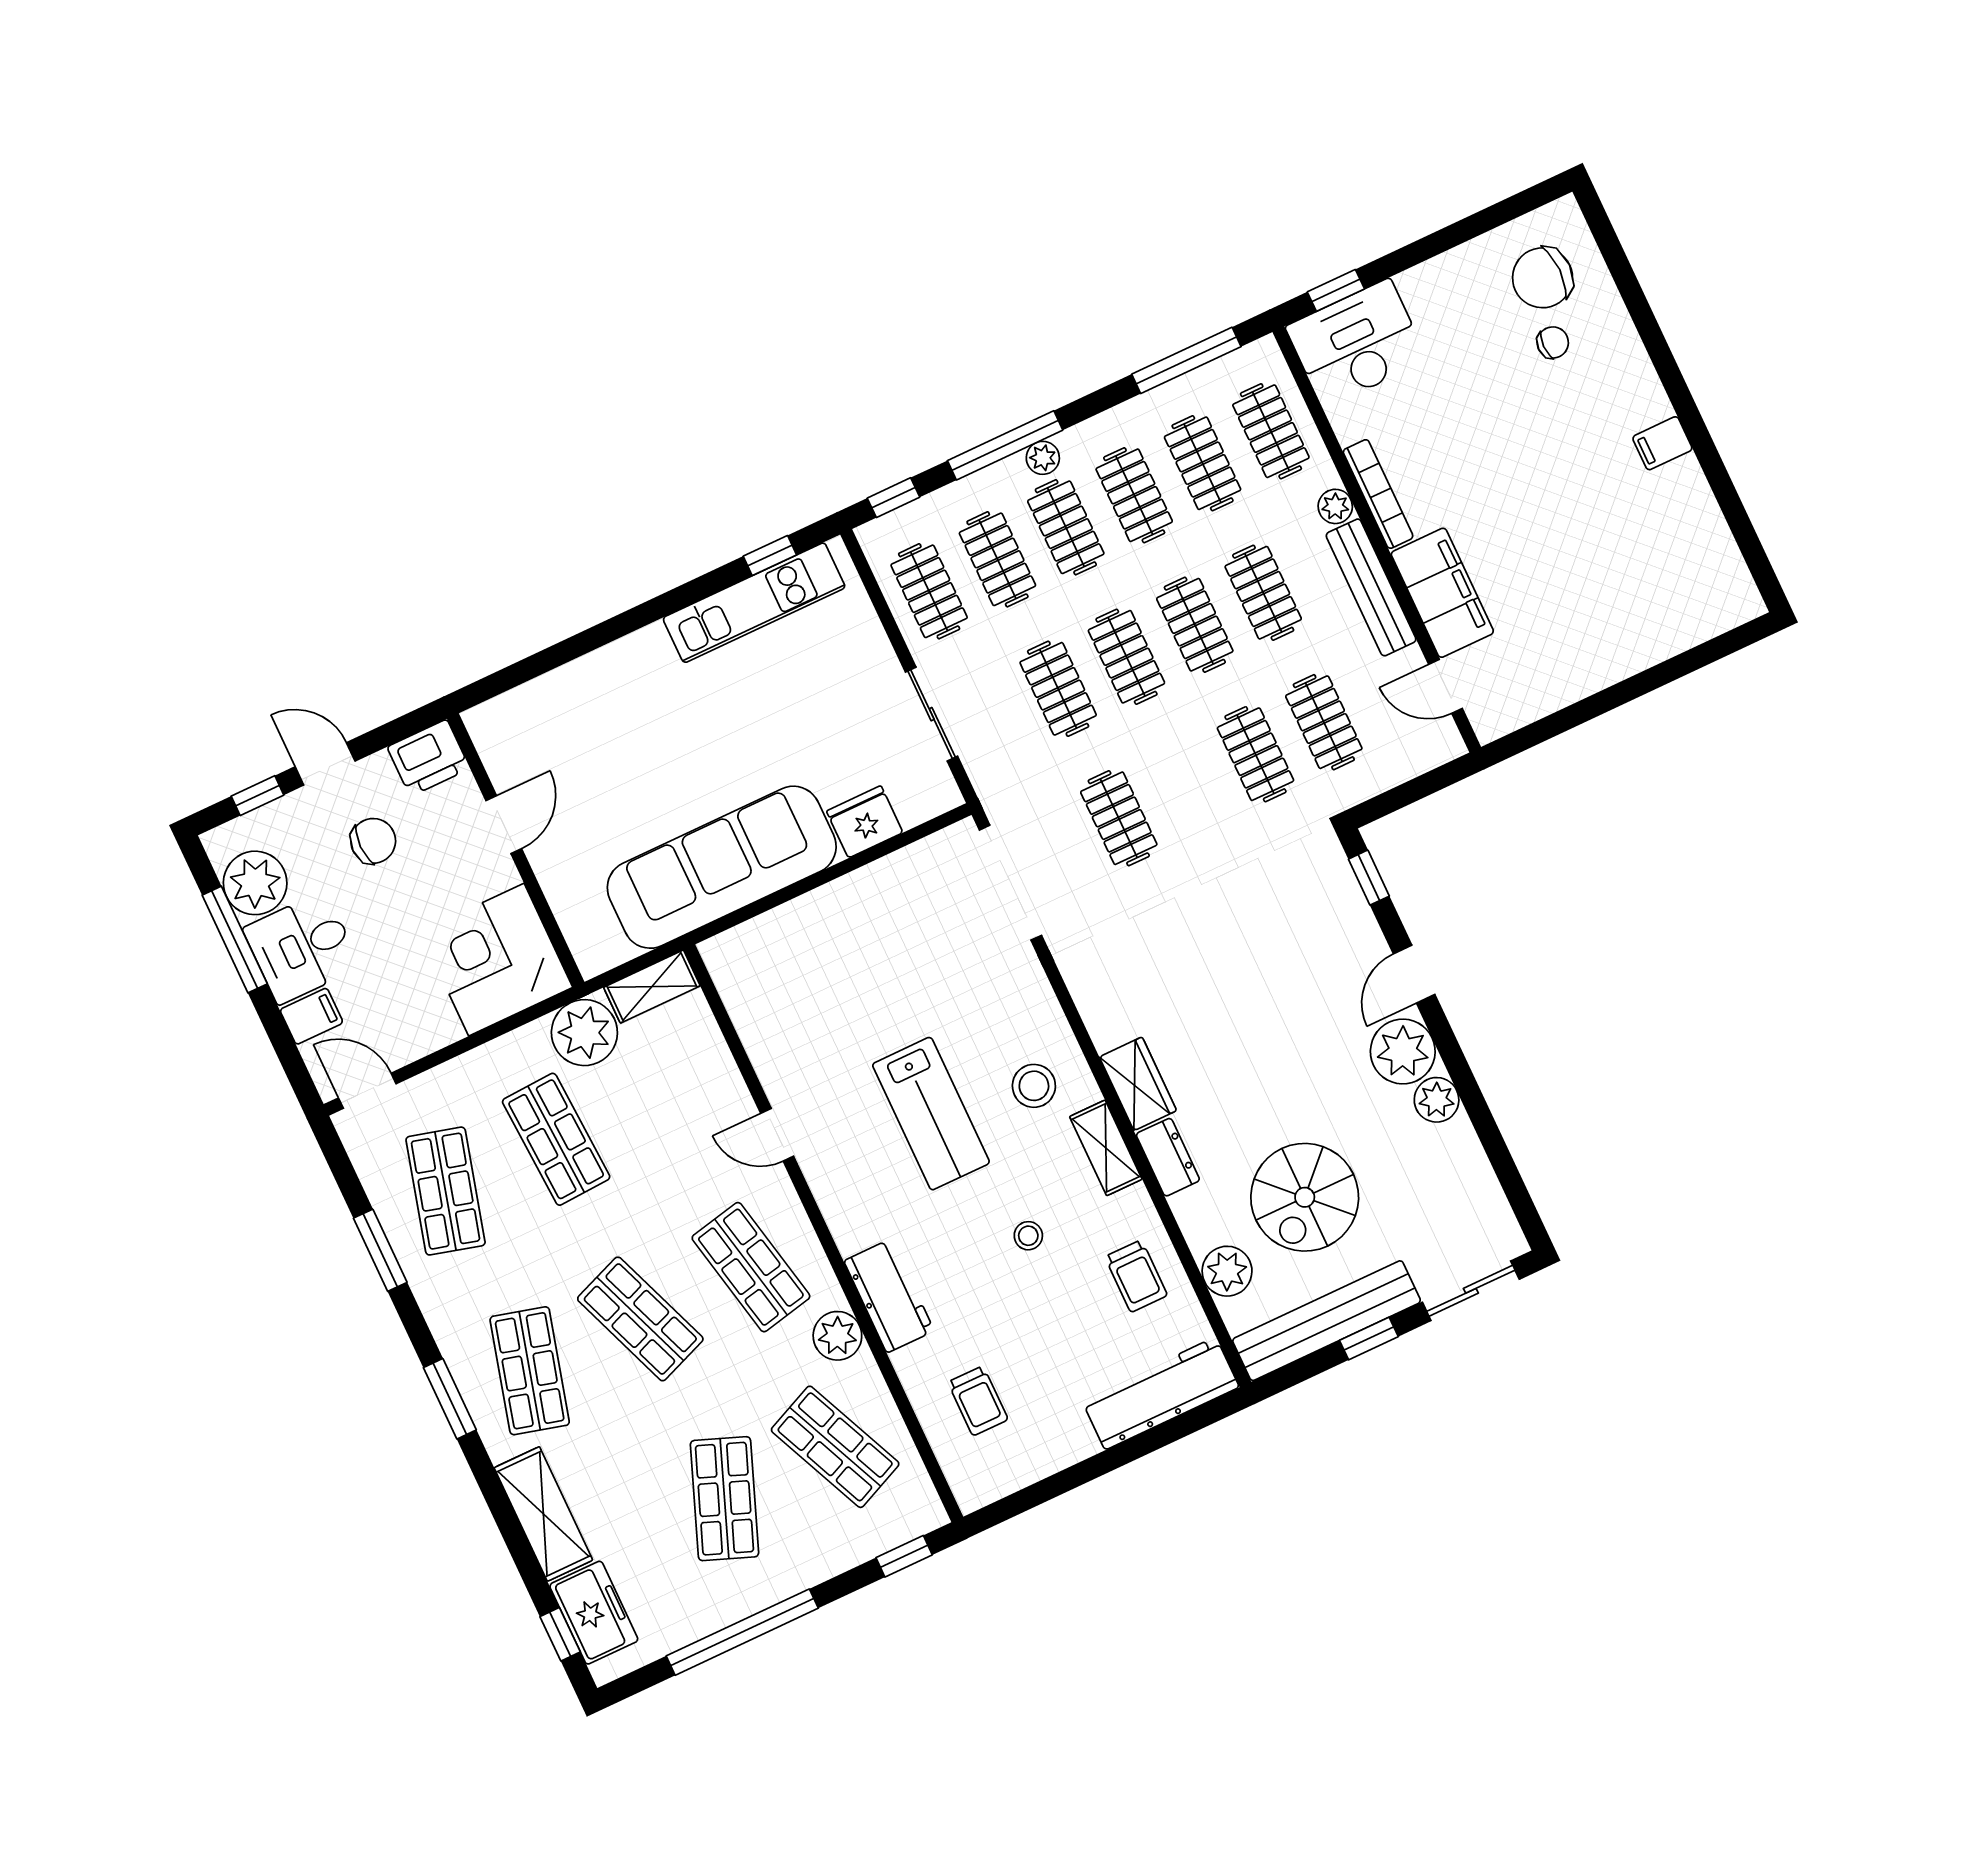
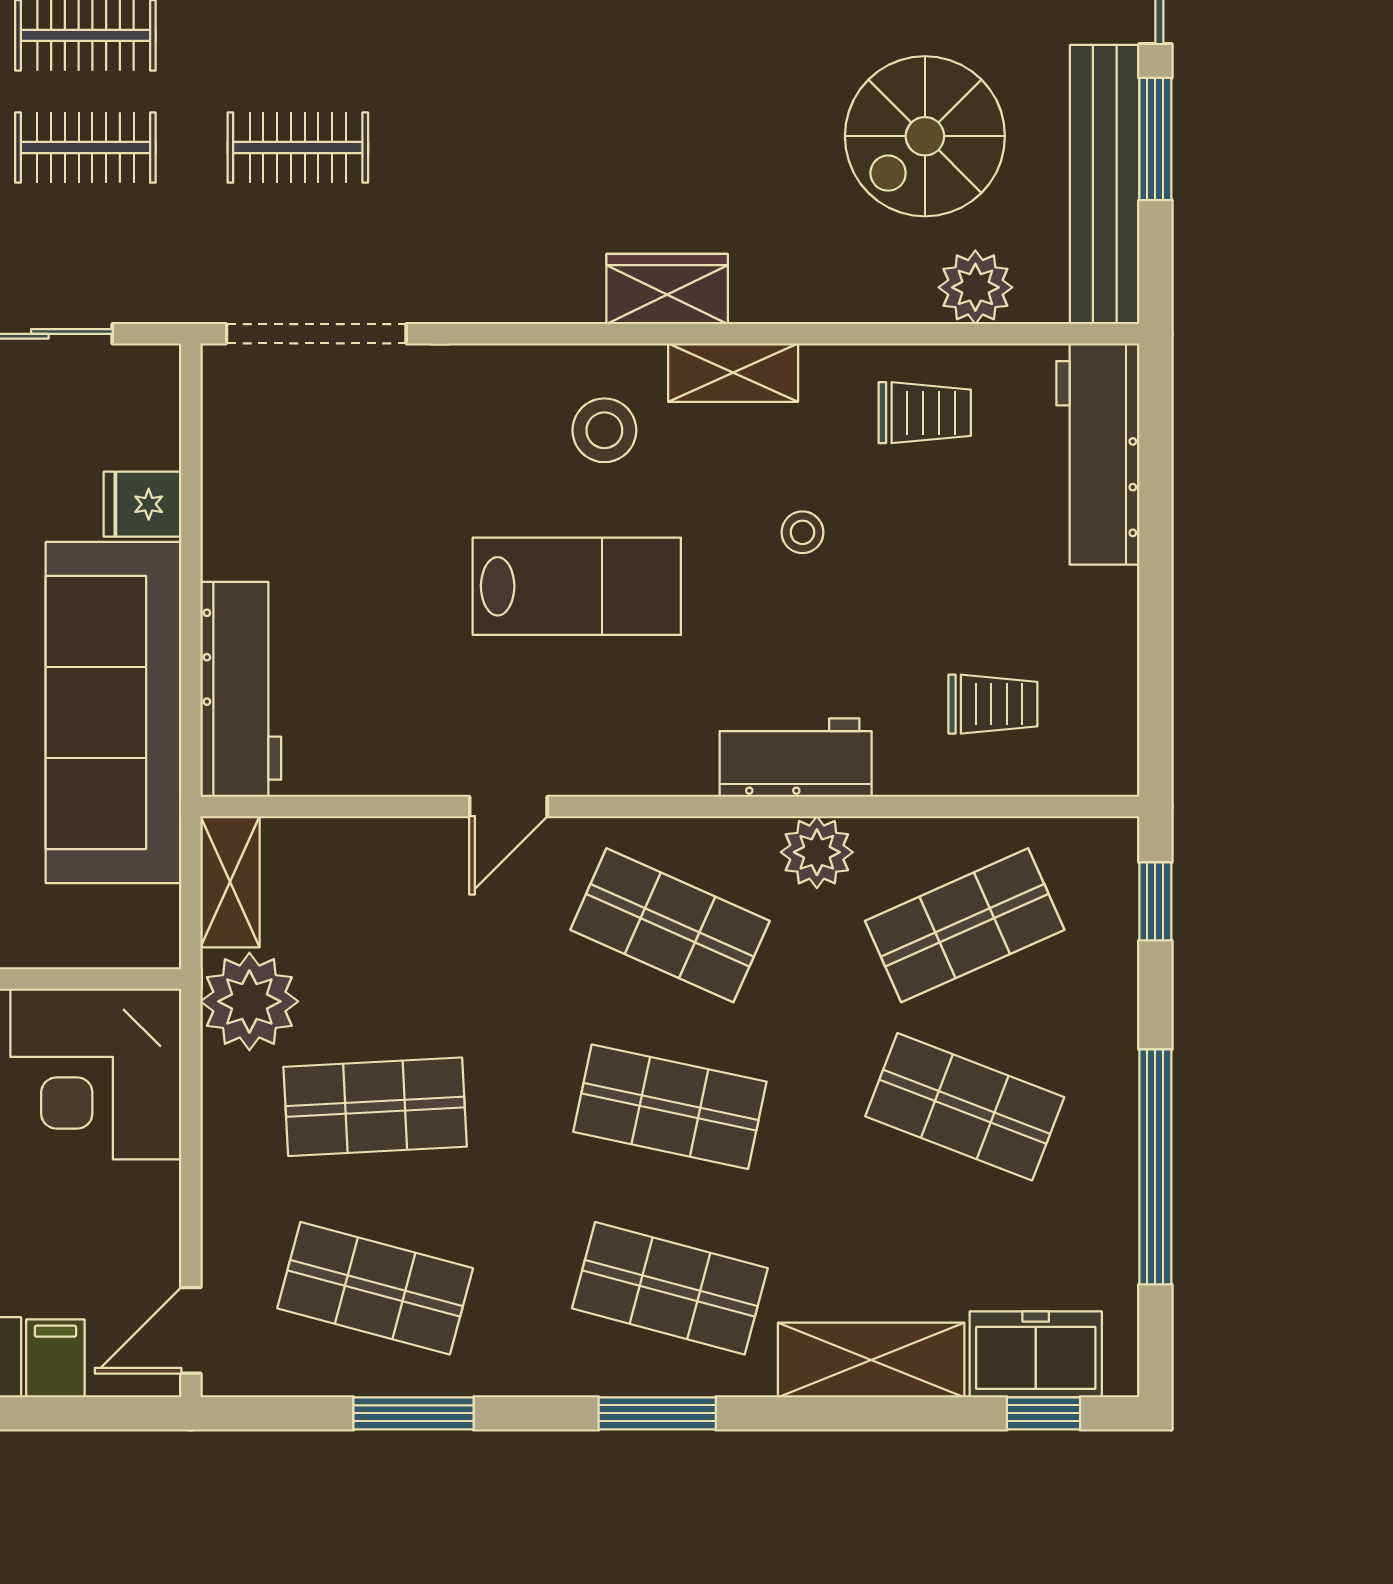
fridge: (865, 822) -> (142, 504), width x0.72
workbench: (772, 938) -> (241, 689), added
dresser: (1168, 1157) -> (785, 295), removed
spiral stairs: (1305, 1197) -> (925, 136), turned 90
shop shelf: (751, 1267) -> (670, 925), turned 36
shop shelf: (640, 1319) -> (670, 1107), turned 33
window: (1369, 1339) -> (1155, 139), width x1.50

